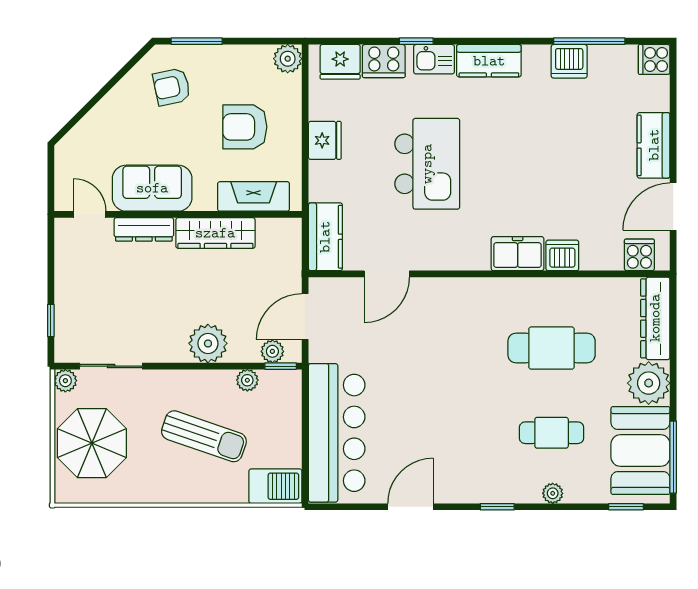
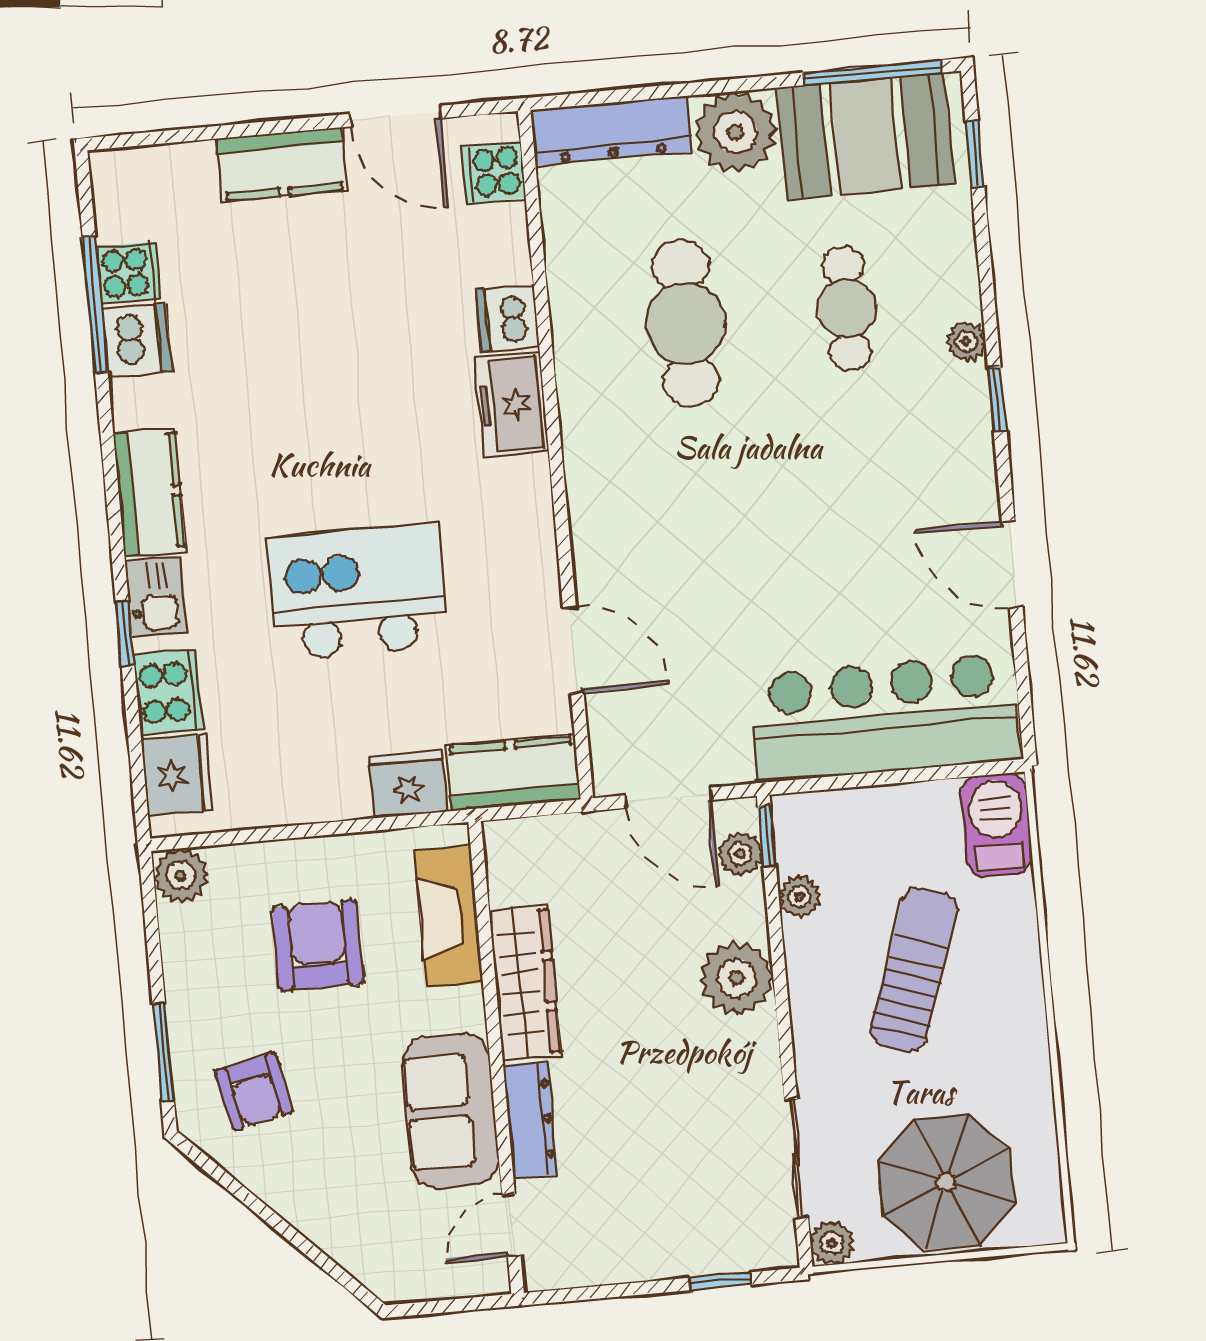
cooker: (654, 59) -> (129, 273), moved, turned -90
armchair: (245, 127) -> (318, 945), turned 180
fridge: (325, 140) -> (408, 784), moved
plant: (553, 493) -> (966, 341), moved

